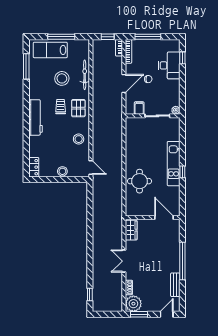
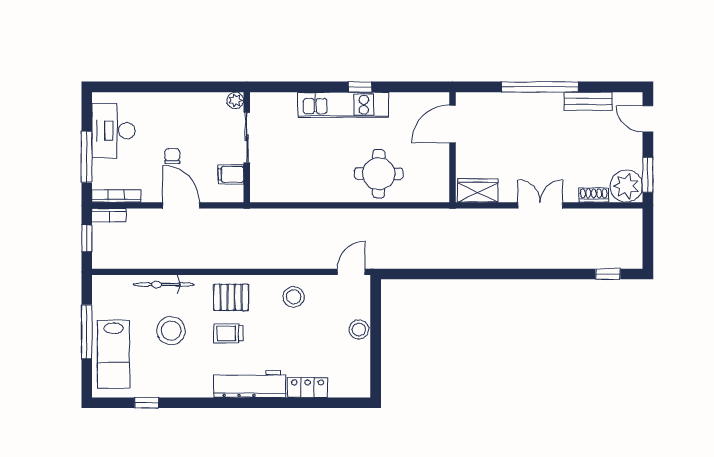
window: (182, 58) -> (129, 87), removed
desk: (169, 65) -> (113, 131), moved, turned -90
window: (26, 66) -> (147, 403), width x0.46
locker: (34, 167) -> (308, 388), moved
double door: (124, 261) -> (540, 205), swing flipped

